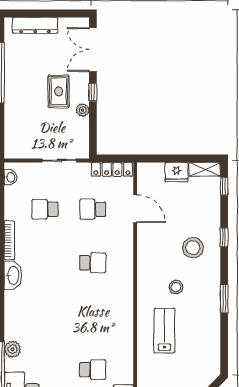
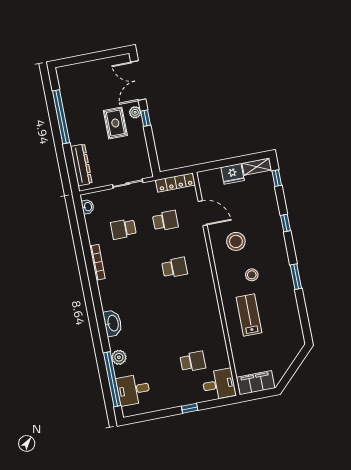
dresser: (35, 25) -> (81, 165), moved, turned -90
plant: (83, 110) -> (135, 112), moved
school desk: (93, 209) -> (165, 221), turned 180
stool: (193, 248) -> (236, 241), moved
washbasin: (13, 275) -> (113, 323), moved

